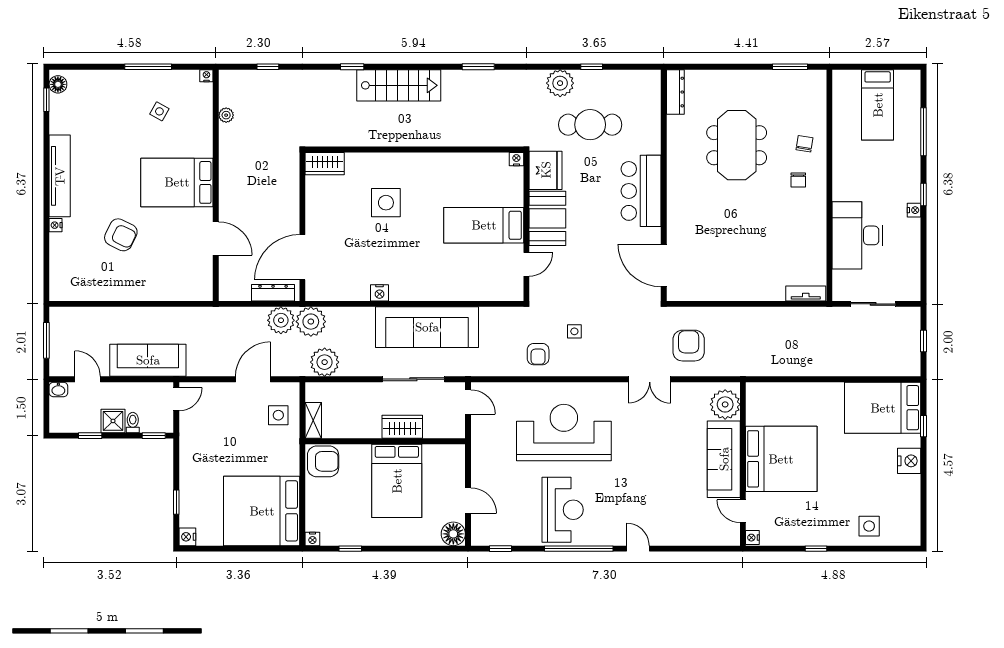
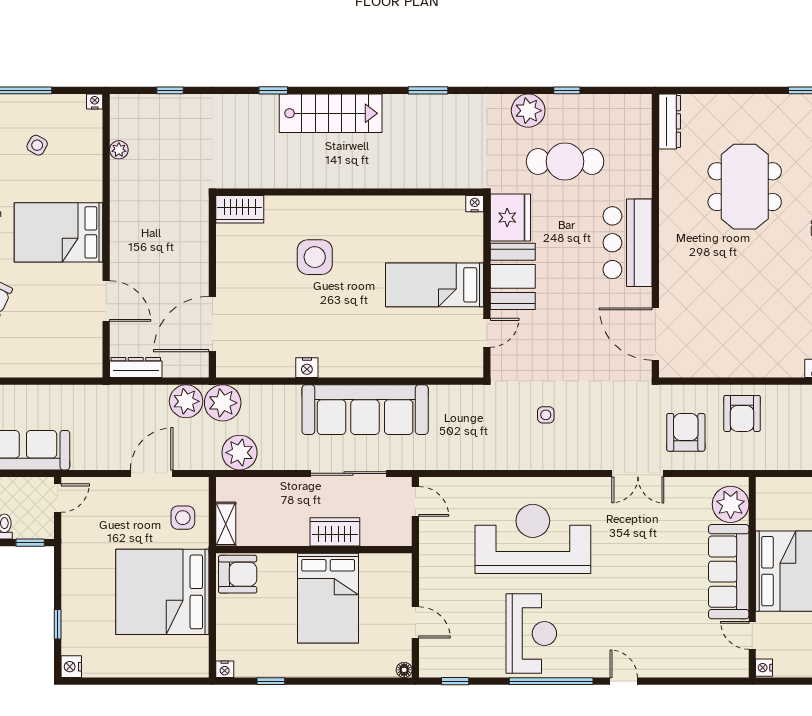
dresser: (273, 293) -> (136, 368), moved
armchair: (538, 354) -> (742, 413), moved, width x1.38, depth x1.38
bed: (262, 511) -> (162, 592), moved
floor lamp: (453, 534) -> (404, 670), width x0.53, depth x0.53

